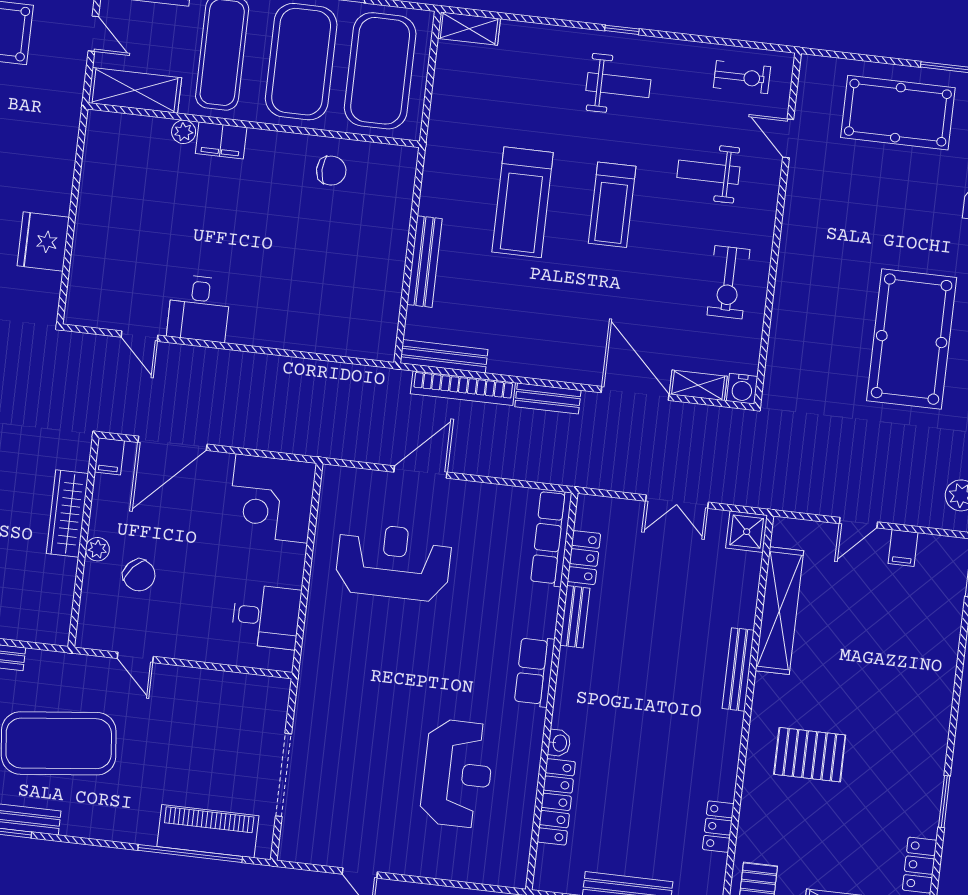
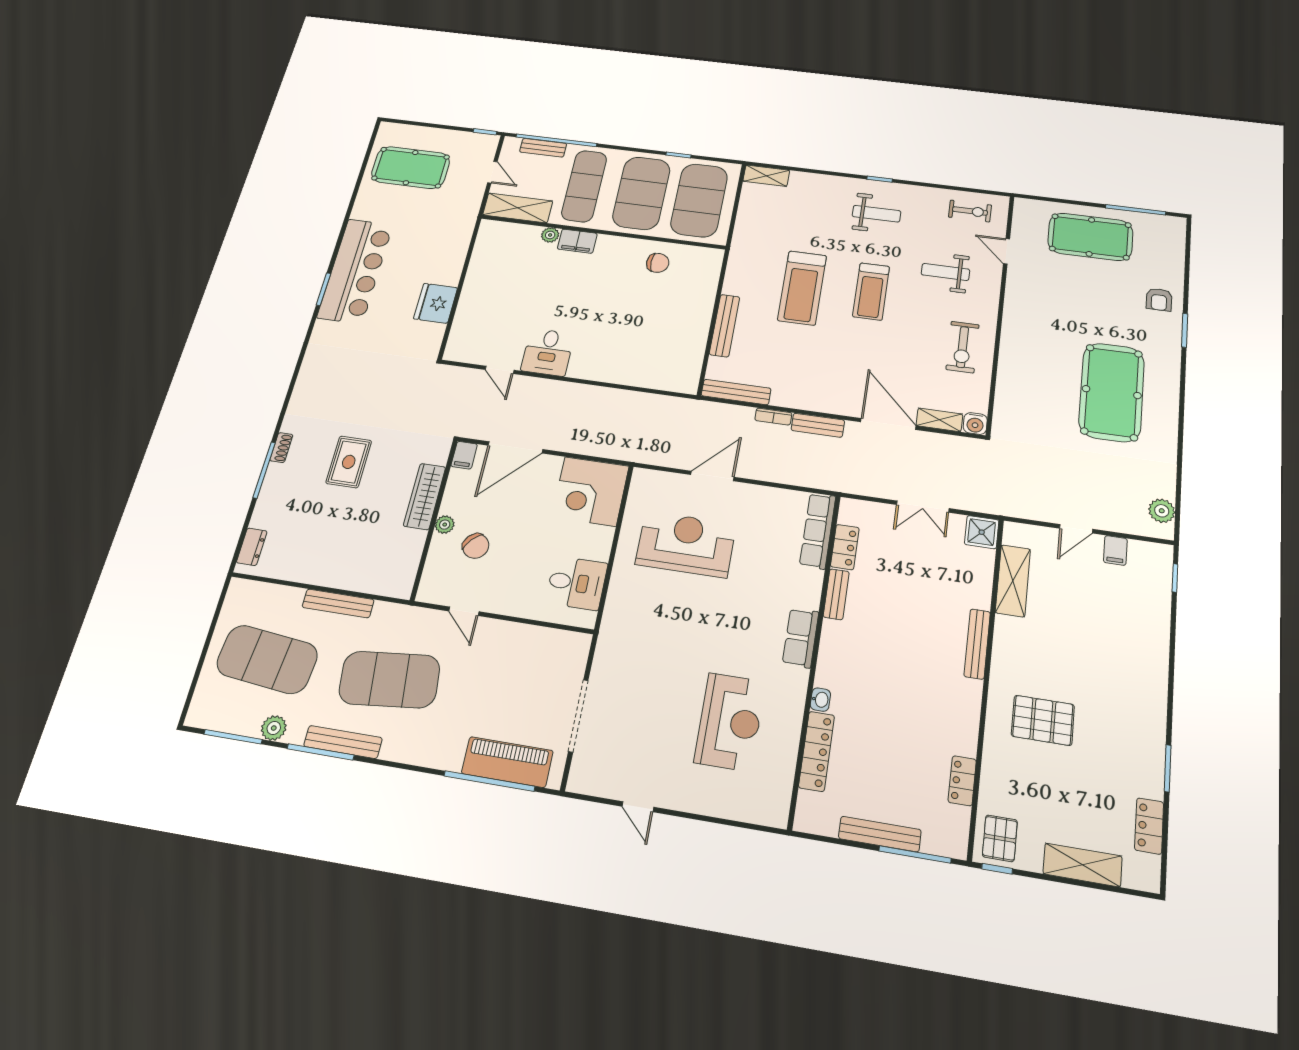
bookcase: (463, 388) -> (773, 417), width x0.43, depth x0.76
shelving: (779, 611) -> (1013, 581), width x0.68

